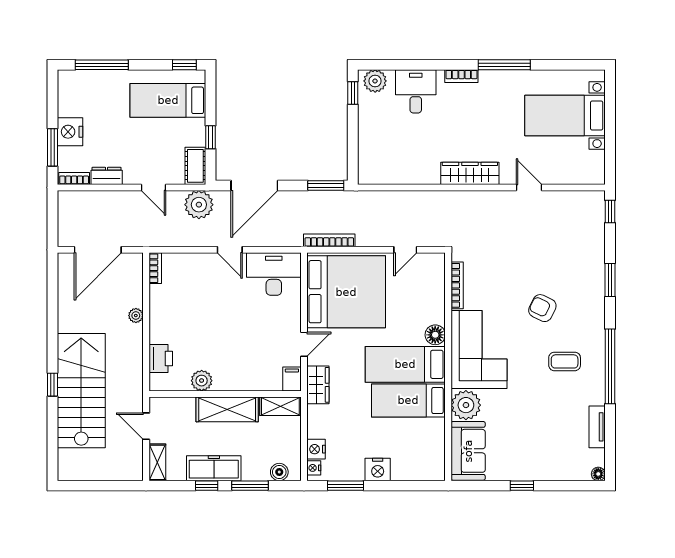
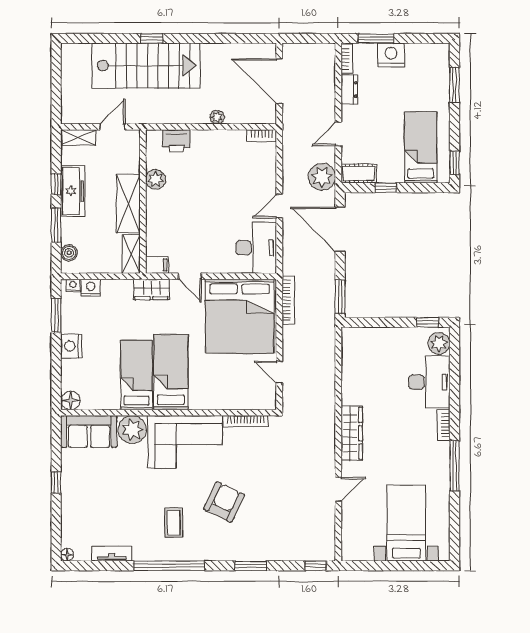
window: (102, 65) -> (454, 85), width x0.69
desk: (416, 91) -> (429, 382), width x1.37
armchair: (542, 308) -> (224, 502), width x1.38, depth x1.38
floor lamp: (435, 335) -> (71, 400), moved

